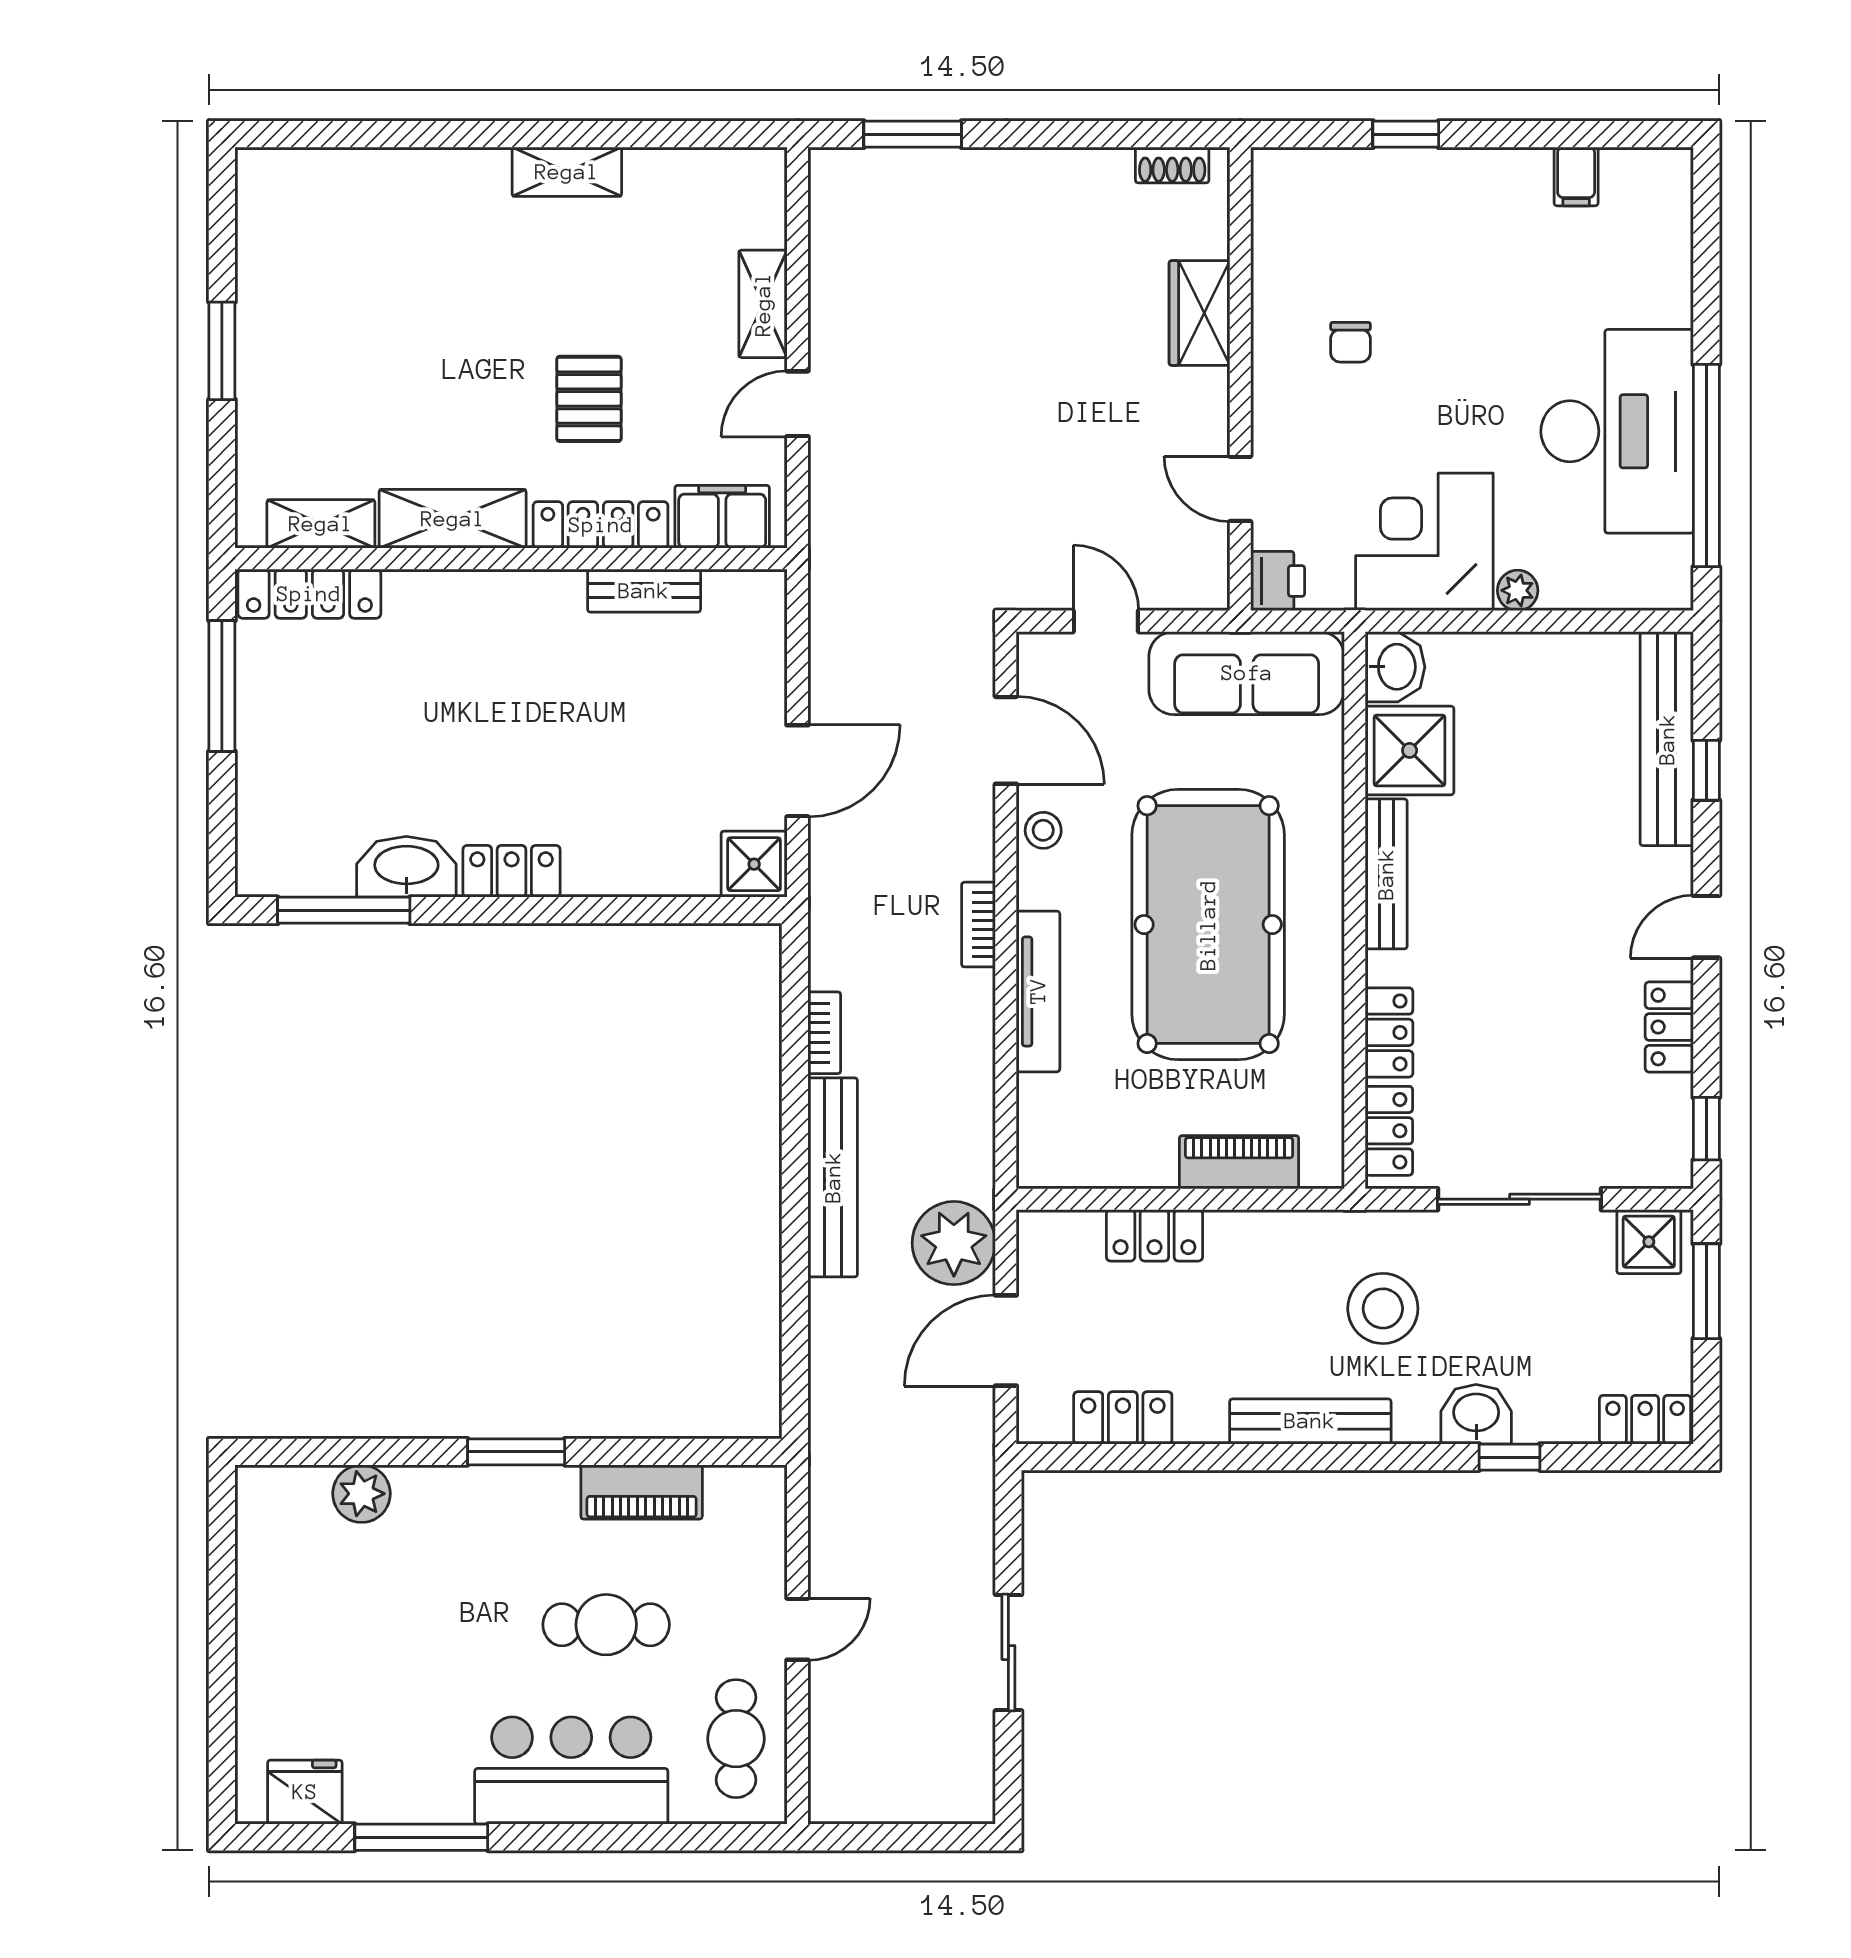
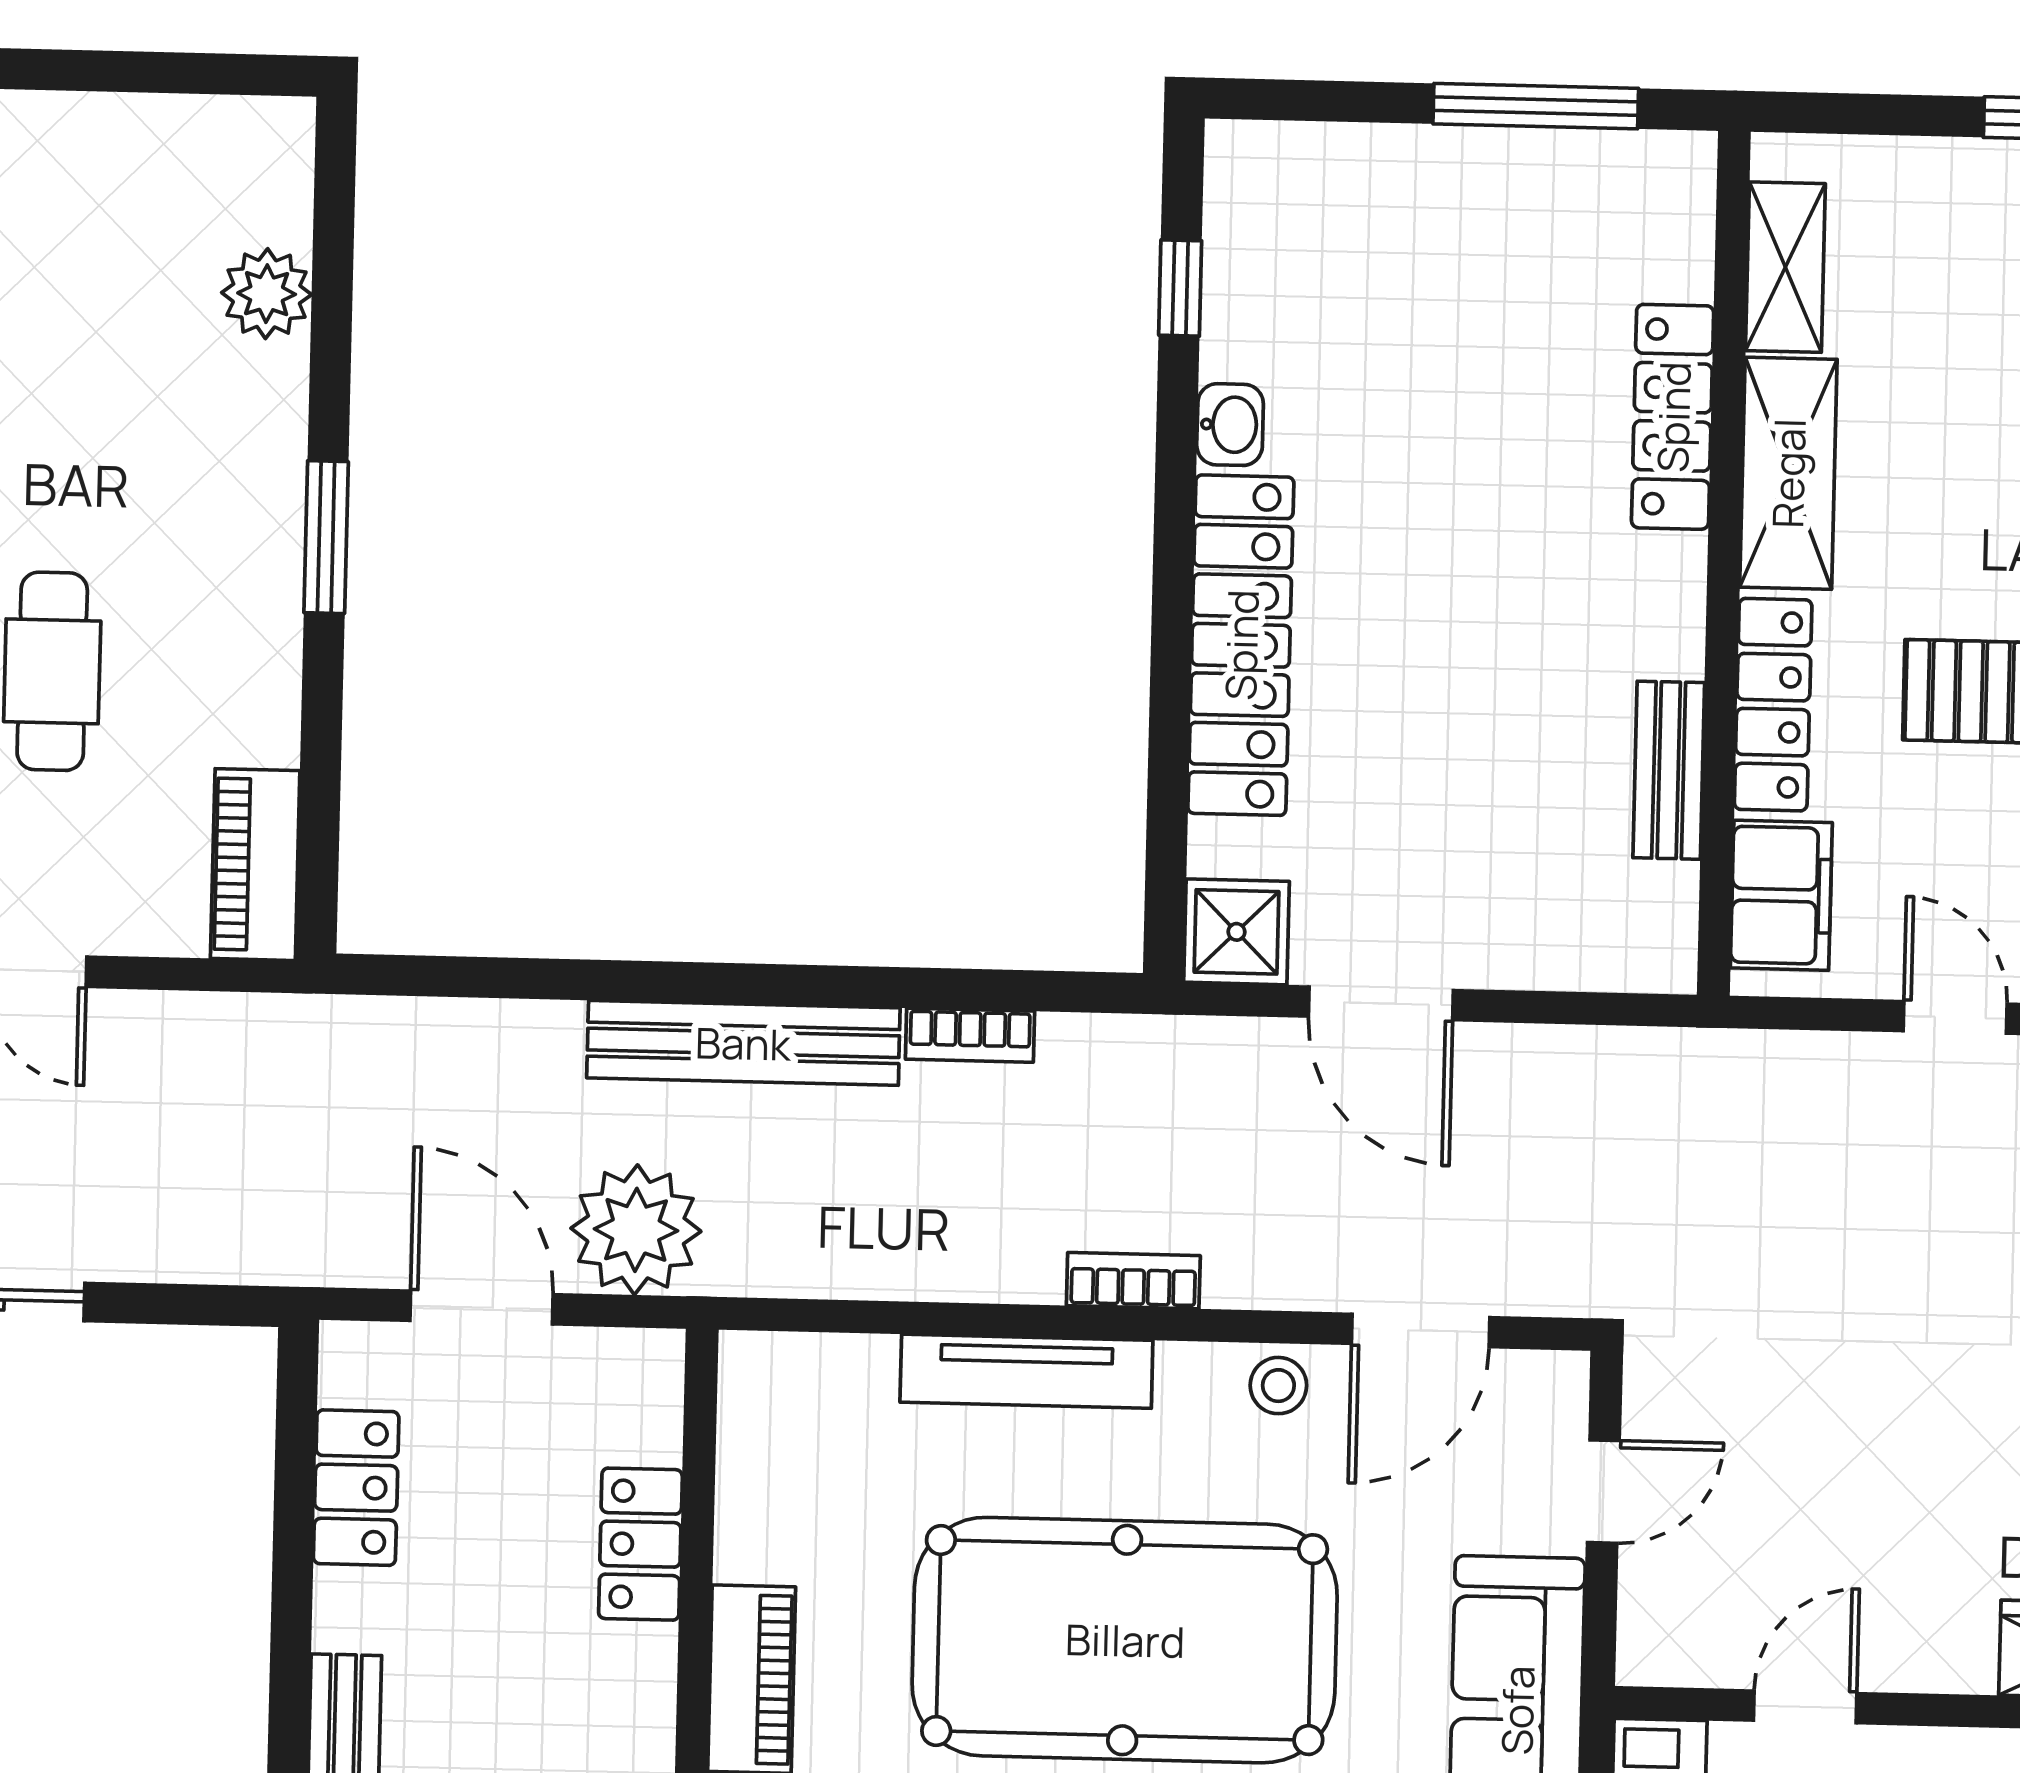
locker: (309, 594) -> (1673, 417), moved
washbasin: (406, 867) -> (1230, 425), width x0.52, depth x0.69
locker: (512, 871) -> (1241, 645), width x2.16, depth x1.21
window: (344, 910) -> (1180, 288), width x0.46
piano: (642, 1492) -> (255, 865), moved

